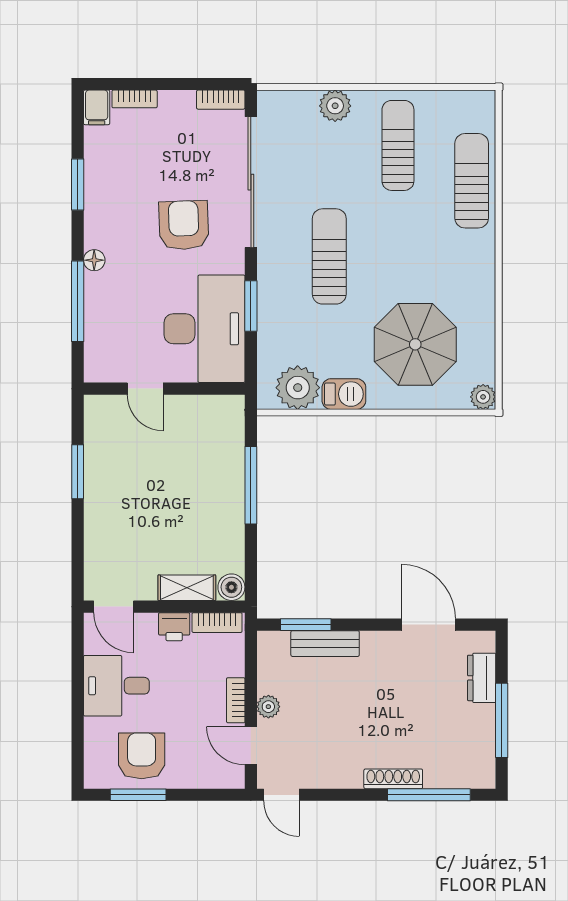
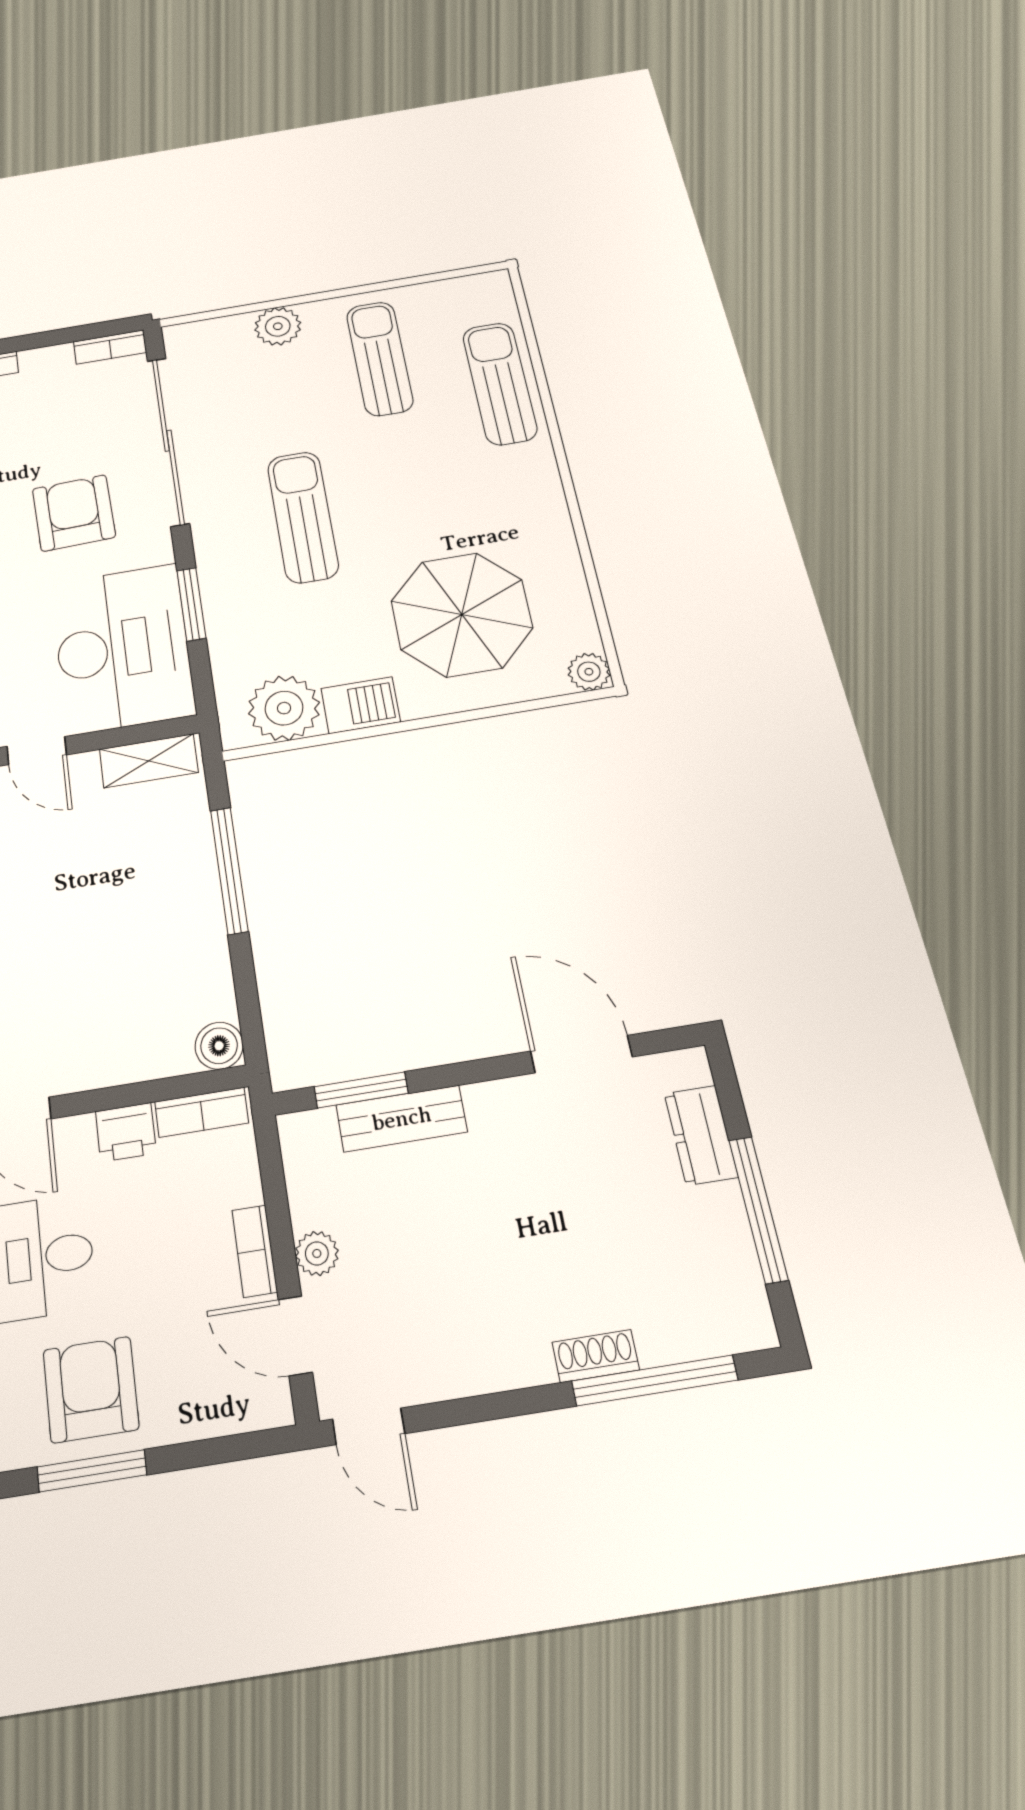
shelving: (187, 588) -> (149, 761), moved
shoe rack: (393, 779) -> (596, 1356), width x0.70

